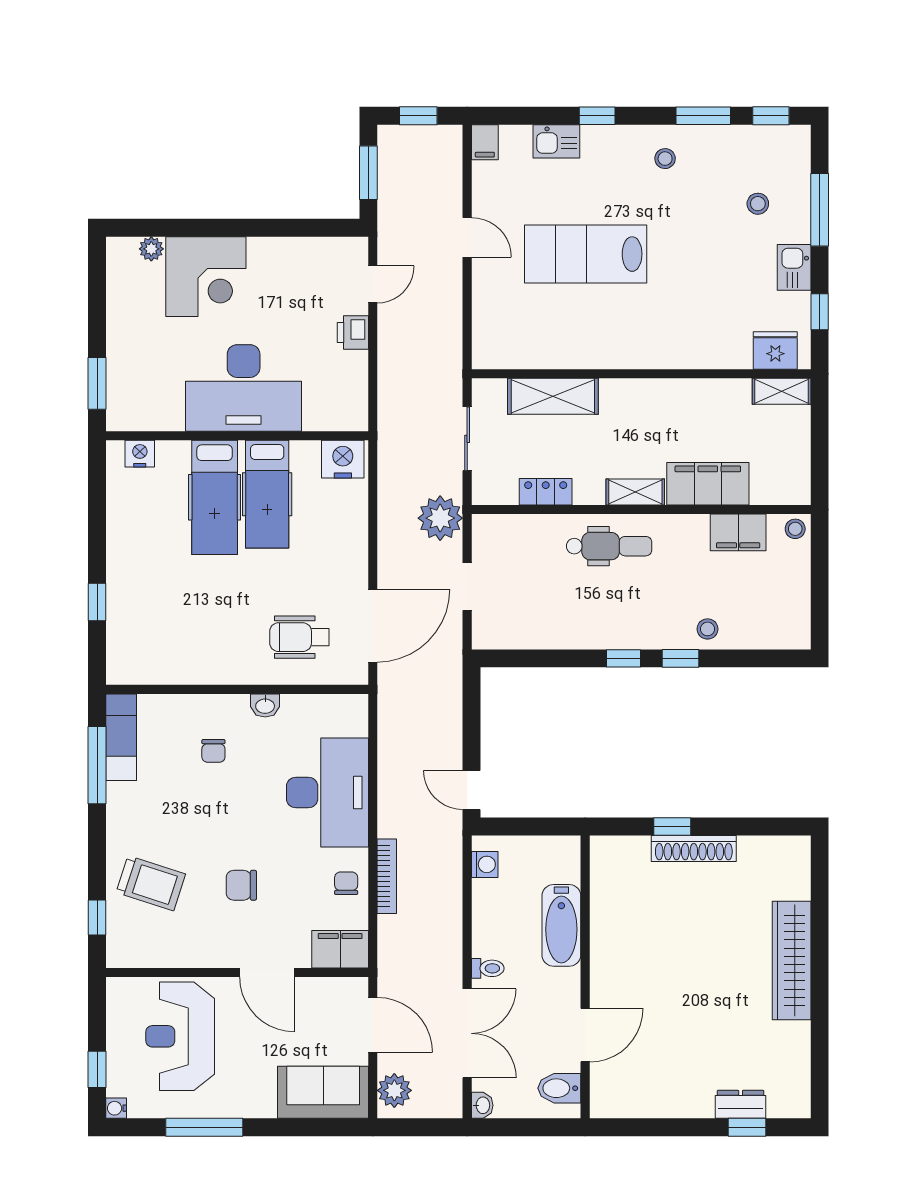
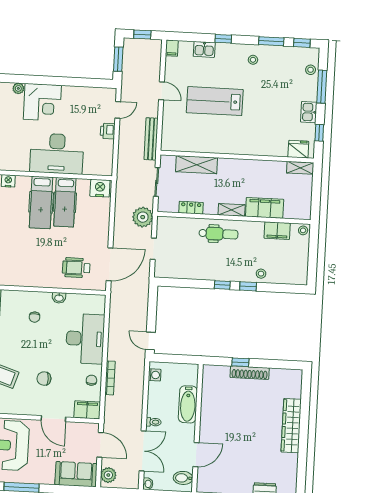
stool: (758, 204) -> (311, 70), moved
bench: (450, 345) -> (151, 139), added

